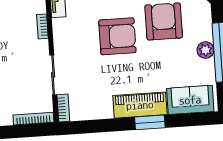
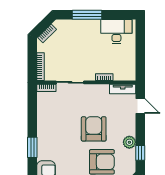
armchair: (117, 36) -> (94, 129), turned 180
piano: (140, 105) -> (45, 141), removed

